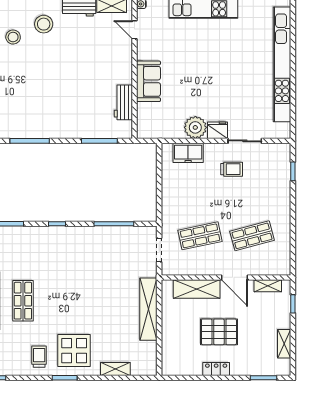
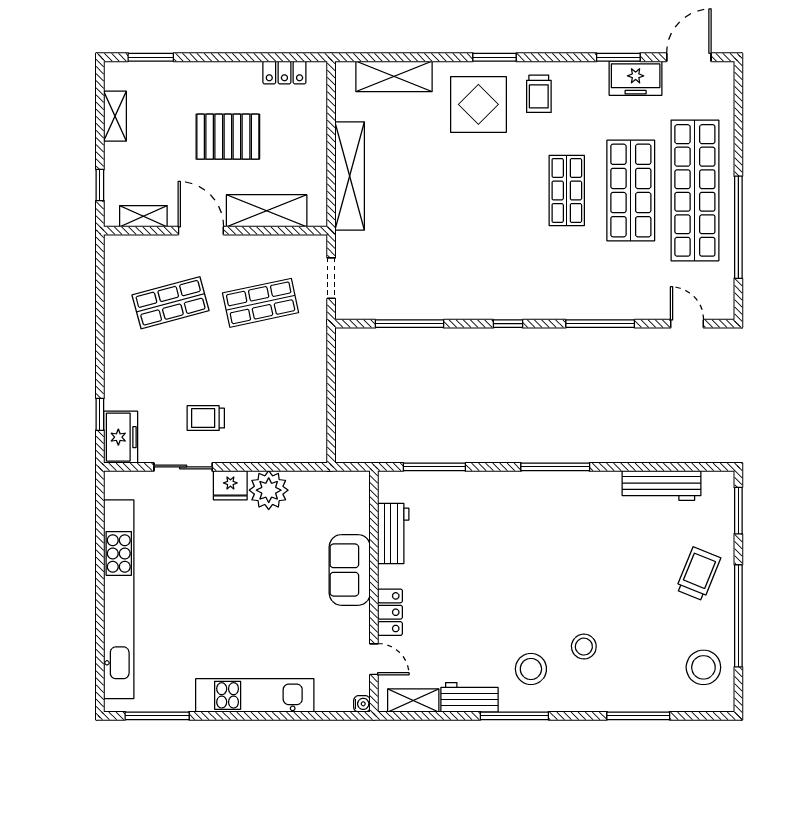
locker: (125, 57) -> (390, 612), added
freezer: (188, 153) -> (121, 437), moved, turned 90
shelving: (115, 369) -> (394, 76), width x1.50, depth x1.33
locker: (216, 369) -> (284, 73), moved

